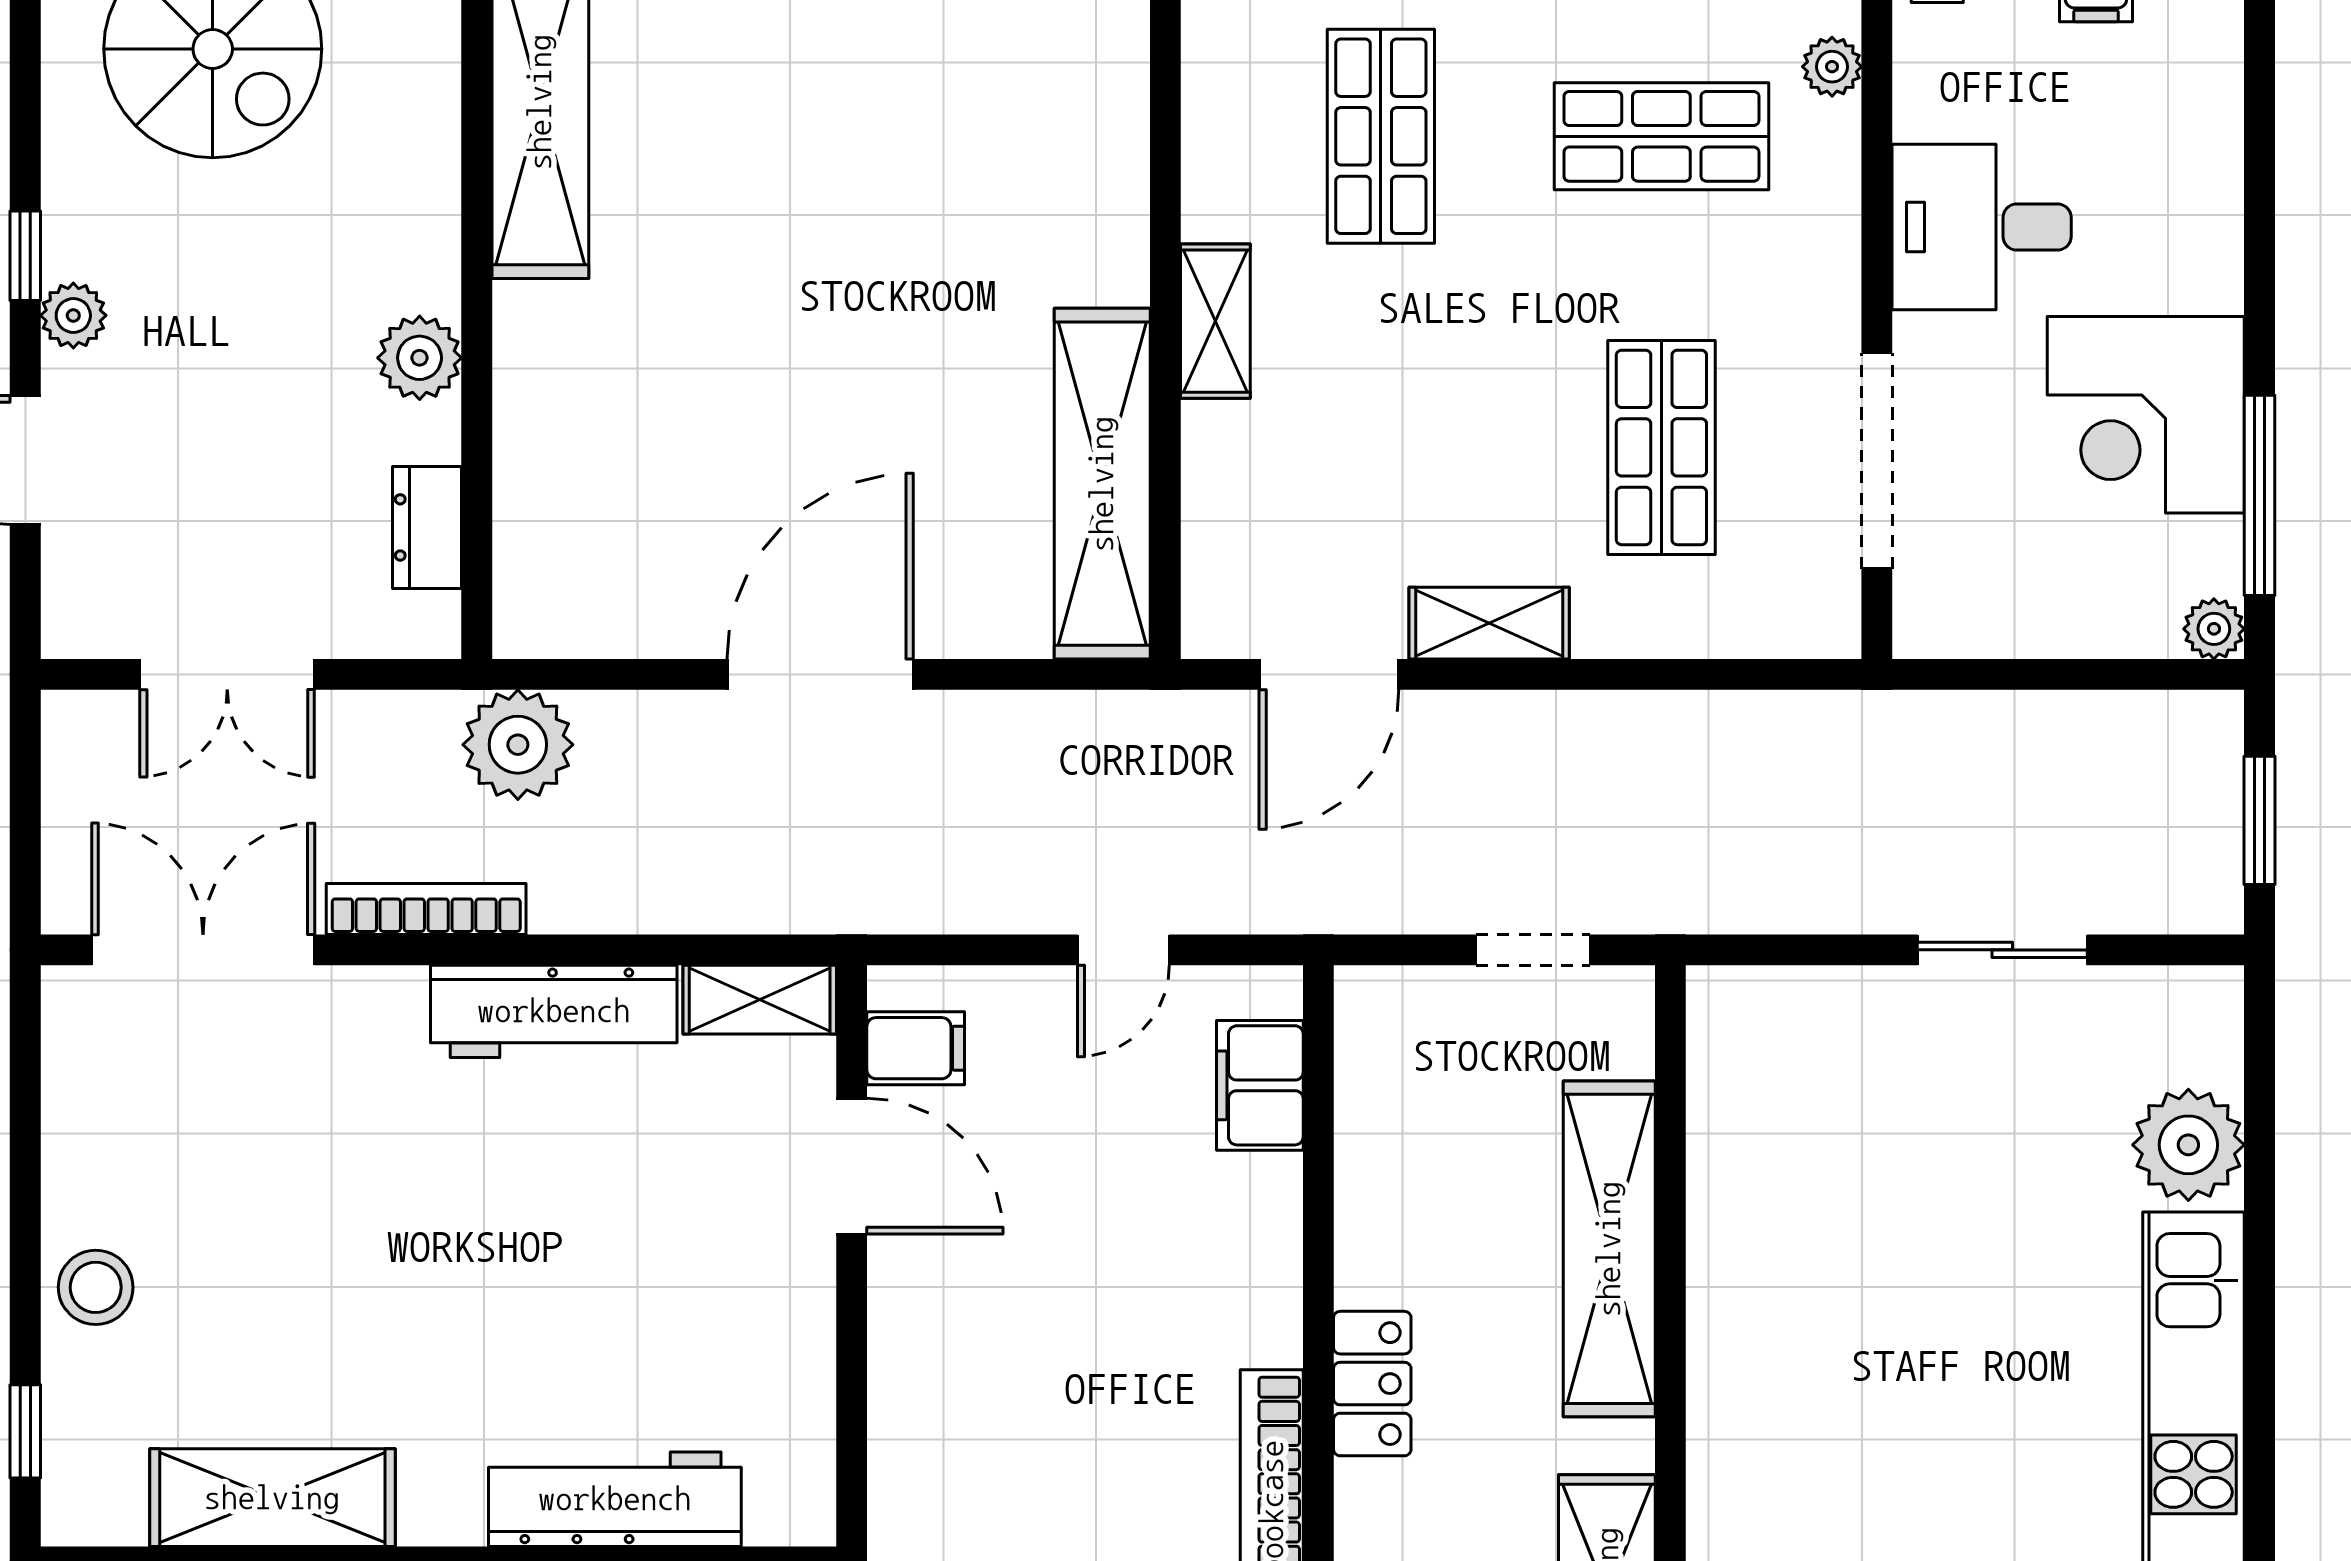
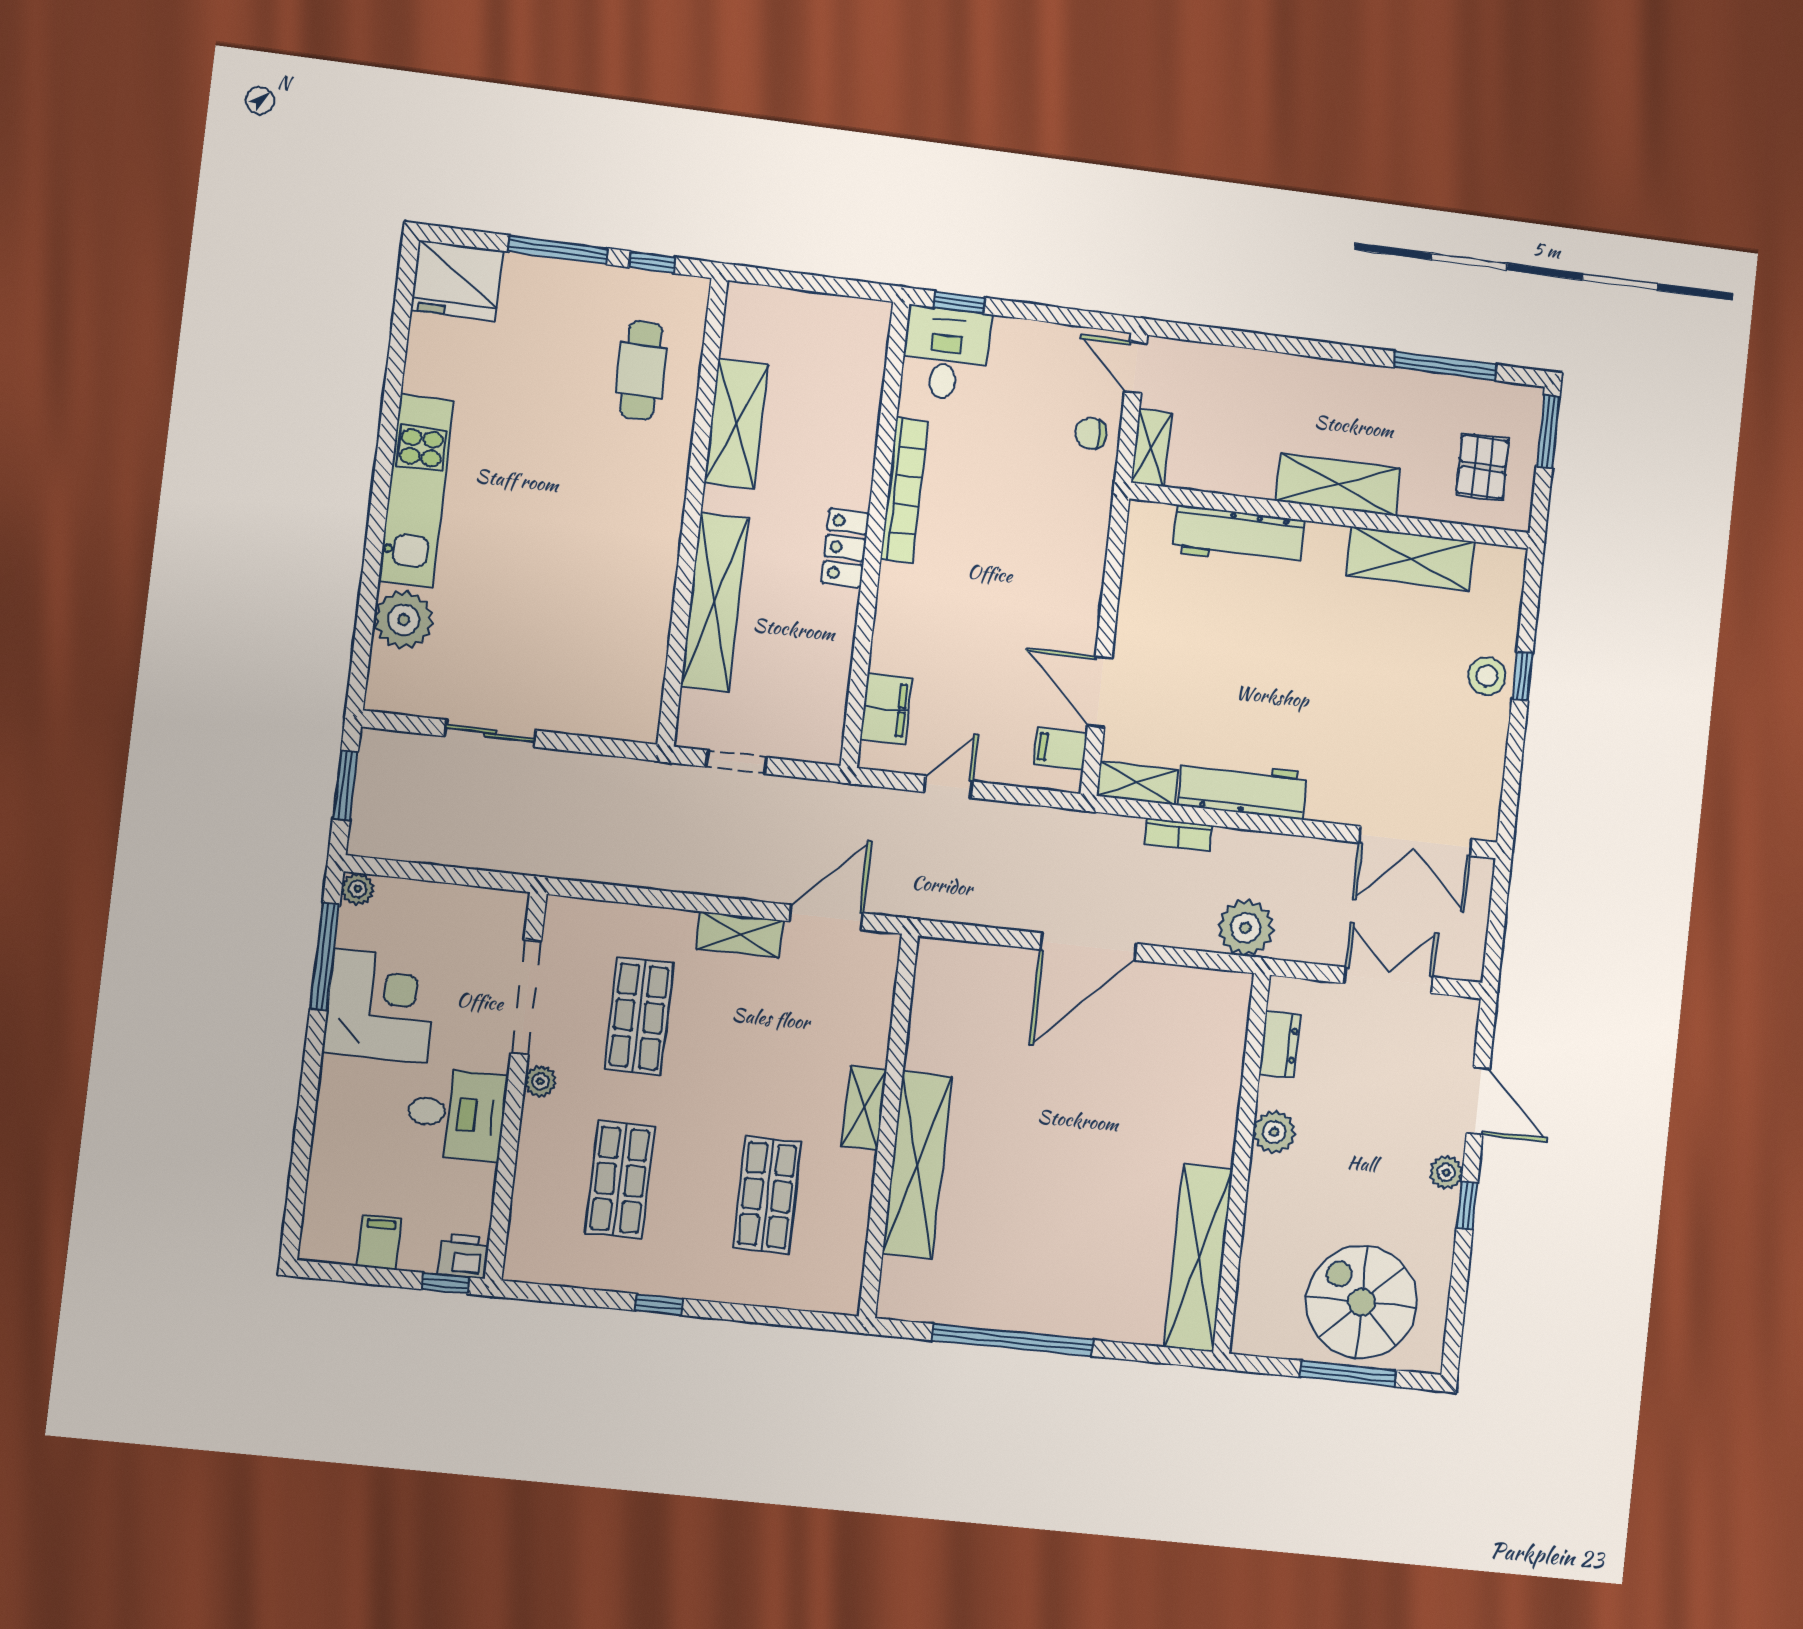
plant: (1832, 67) -> (540, 1081), moved
shop shelf: (1661, 136) -> (620, 1180), turned 90
shelving: (1102, 484) -> (917, 1165), moved
bookcase: (426, 909) -> (1178, 835), moved, width x0.64
window: (25, 1431) -> (1522, 676), moved

